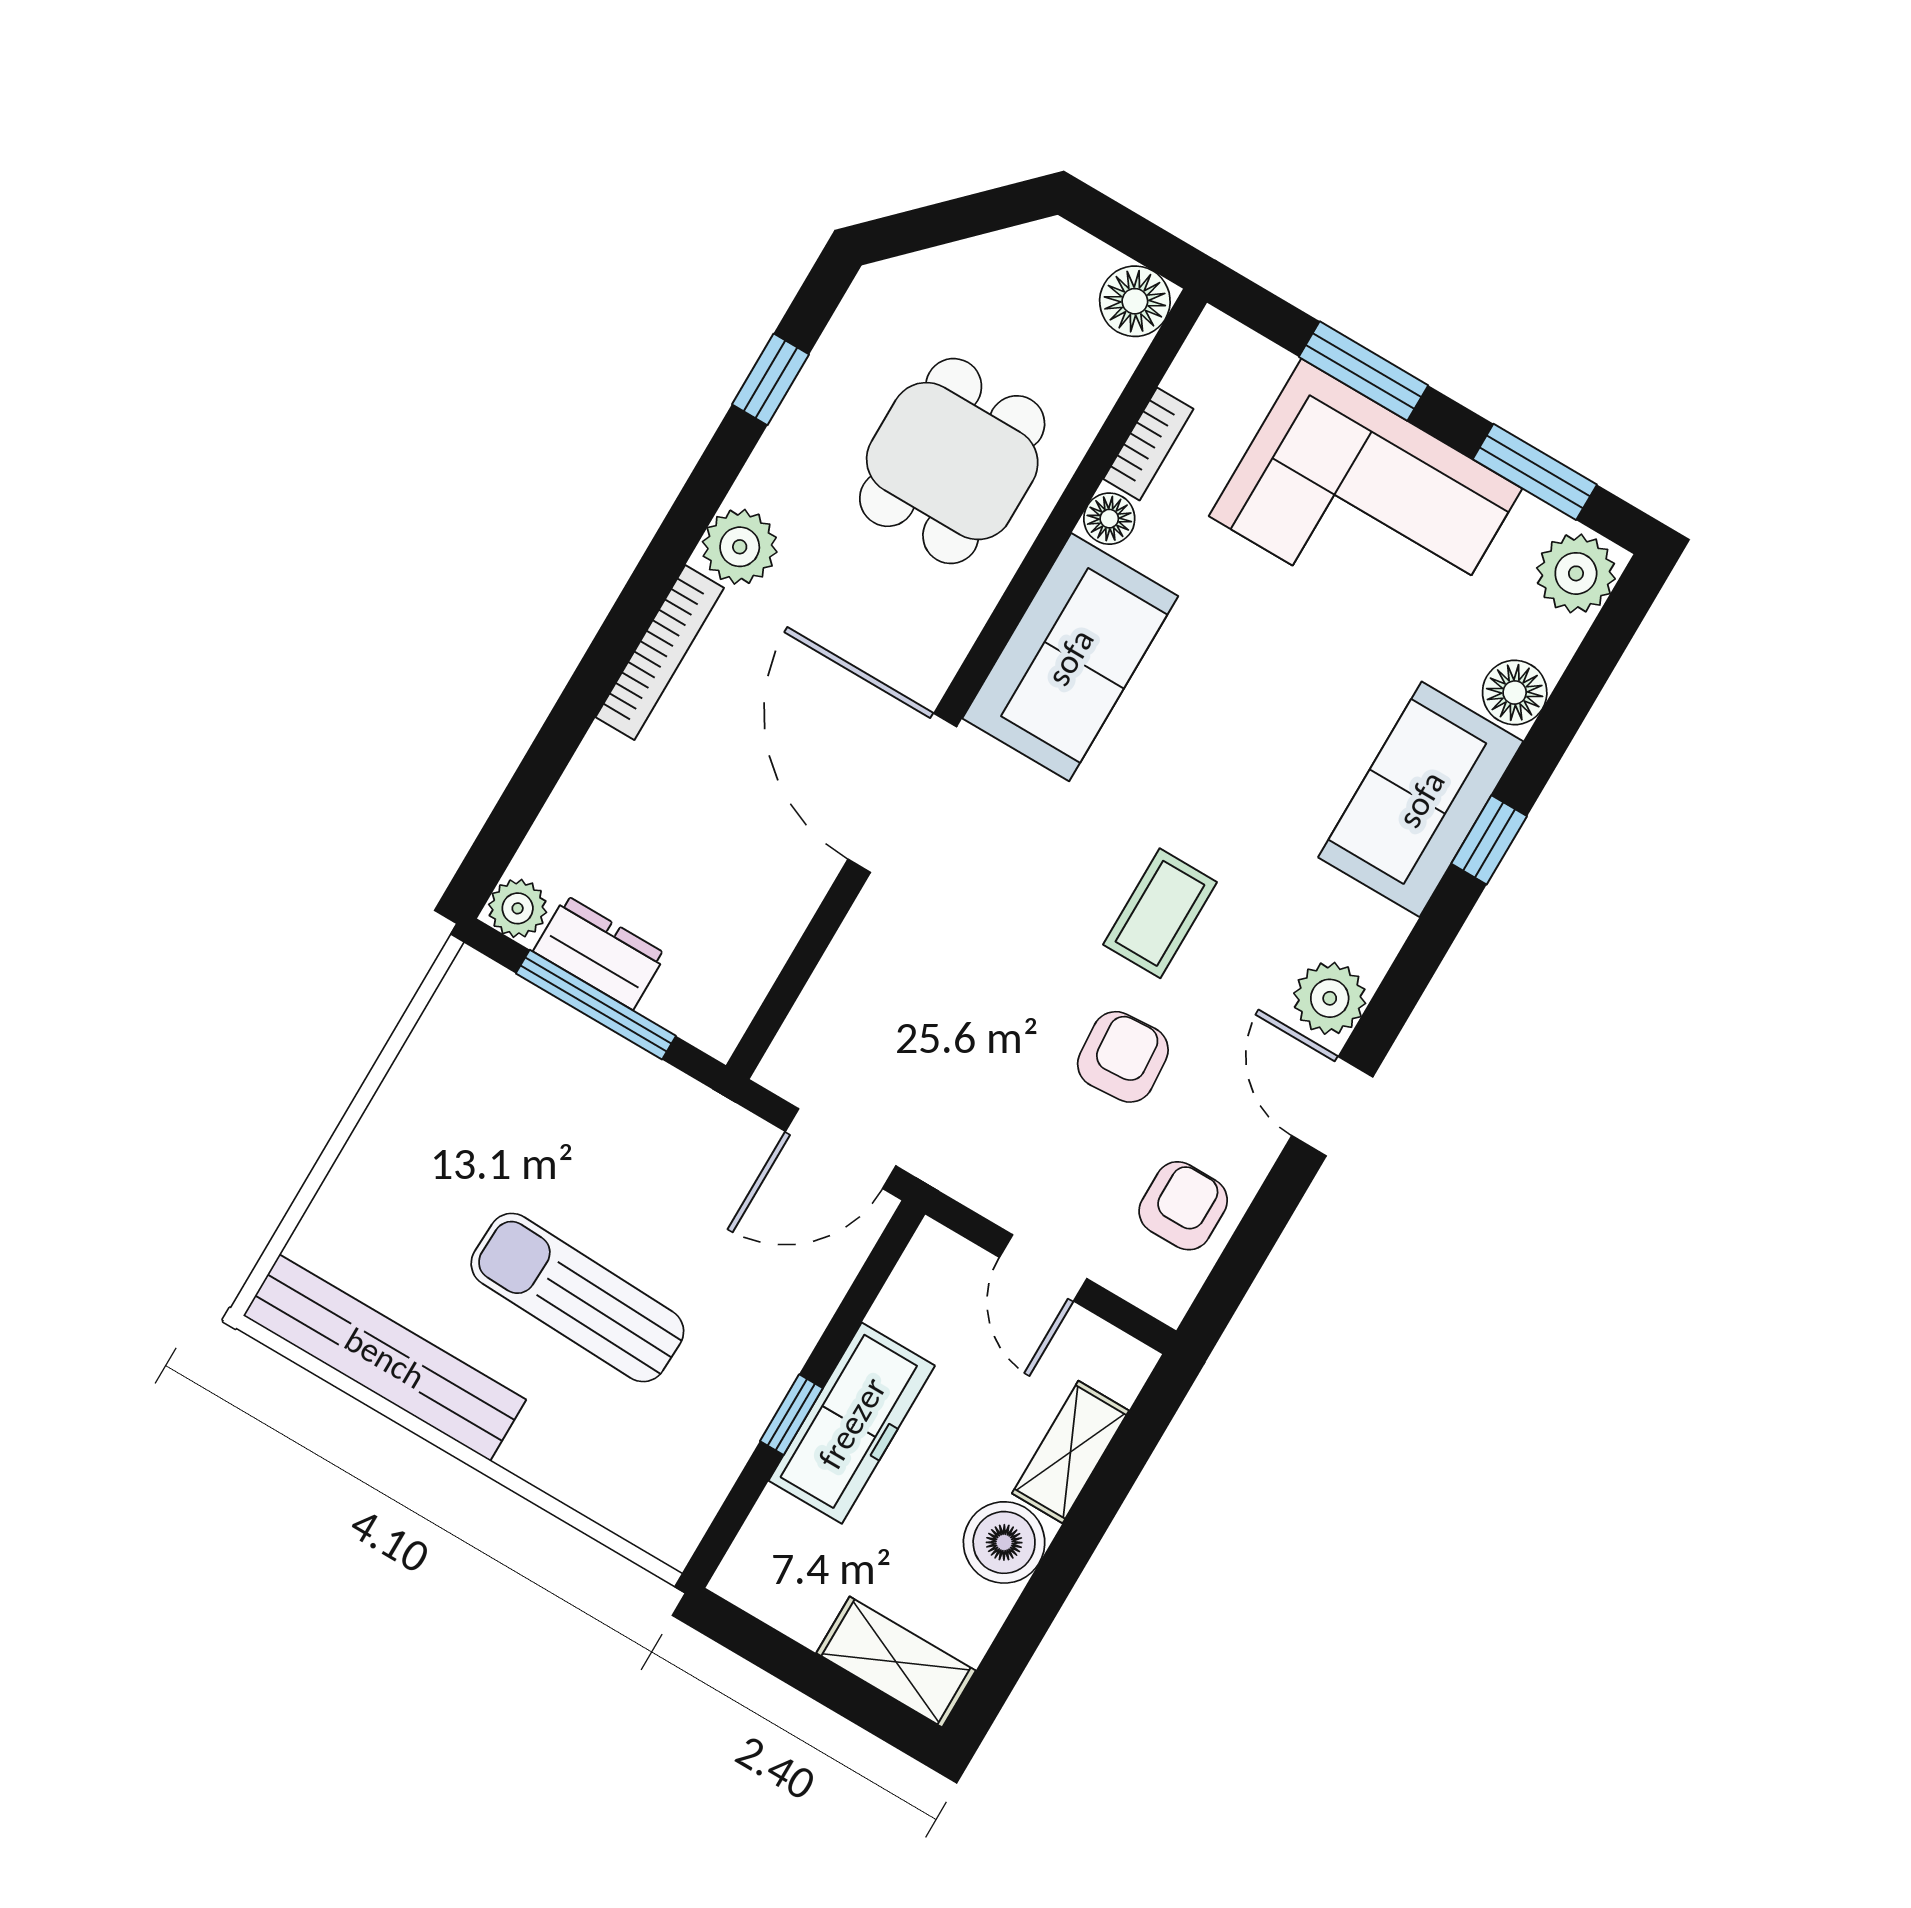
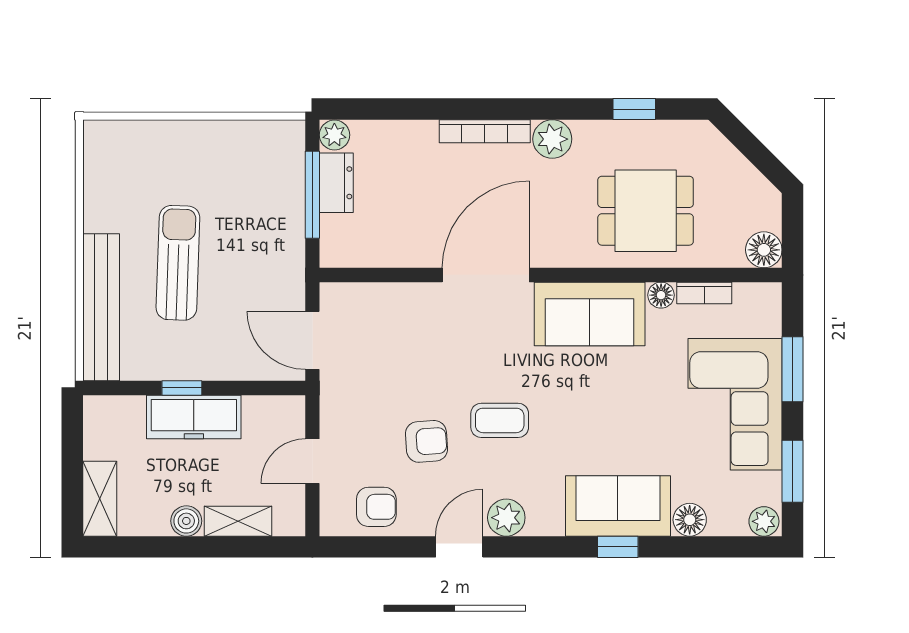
plant: (1576, 573) -> (764, 521), width x0.73, depth x0.73
bench: (385, 1358) -> (101, 307), moved
boiler: (1004, 1542) -> (186, 521), width x0.73, depth x0.73

